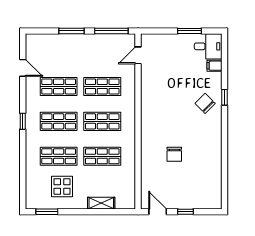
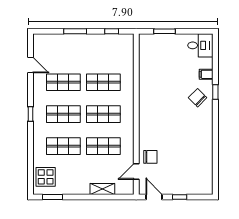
window: (111, 31) -> (112, 31), width x0.46
window: (189, 31) -> (165, 31), moved
door: (138, 55) -> (136, 172), moved
filing cabinet: (214, 66) -> (206, 74), moved
chair: (174, 154) -> (150, 157), moved, turned -90
display table: (62, 186) -> (46, 177), moved

